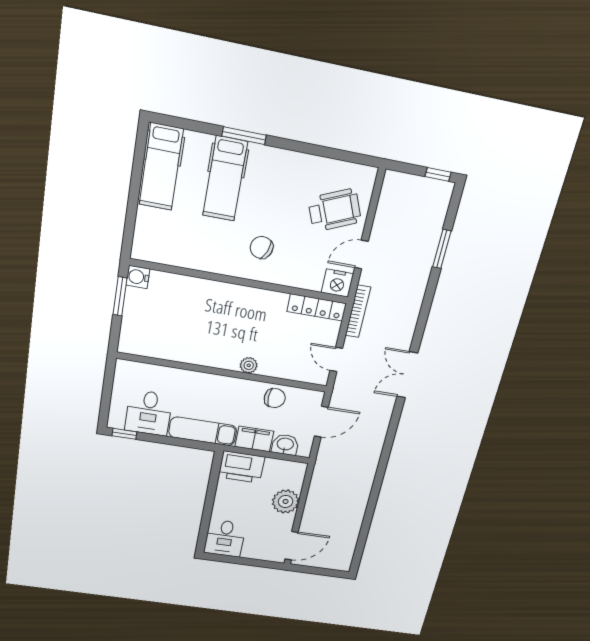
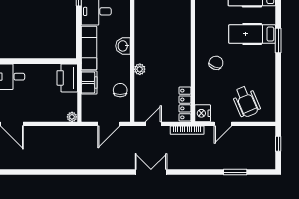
window: (438, 174) -> (278, 144), moved
door: (361, 255) -> (223, 124), swing flipped
chair: (275, 398) -> (120, 90), turned 180
door: (321, 422) -> (109, 124), hinge flipped
washbasin: (285, 445) -> (123, 46), moved, turned 180
plant: (286, 501) -> (72, 117), moved, width x0.53, depth x0.53

